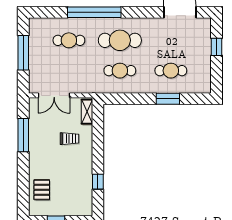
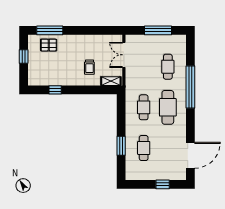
window: (23, 135) -> (50, 30), moved

